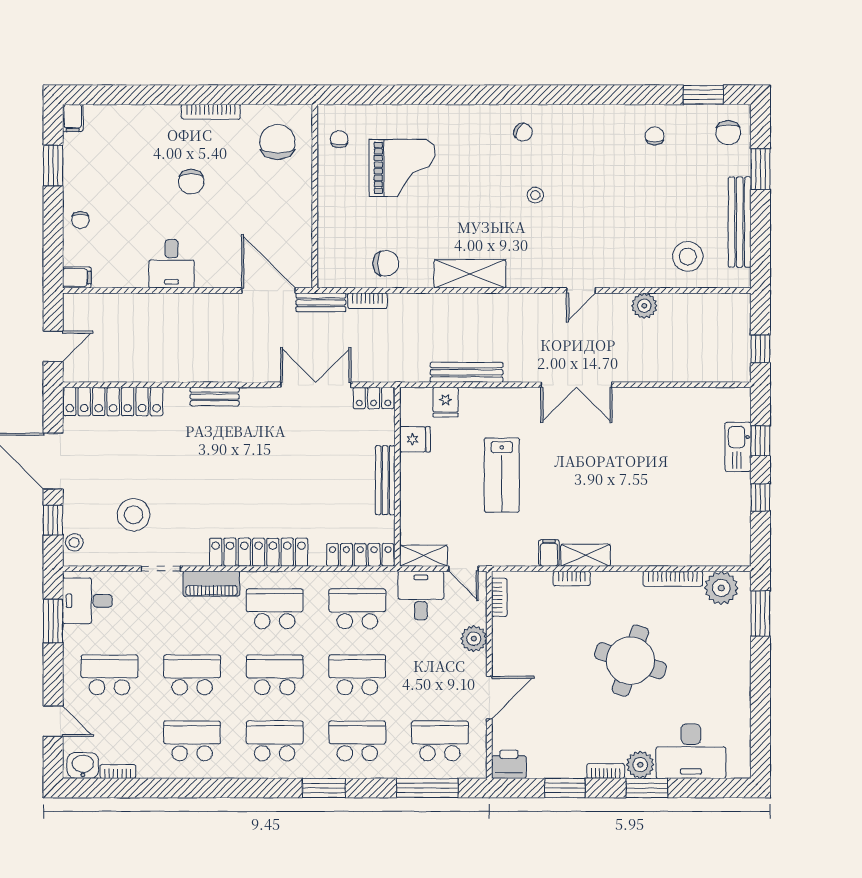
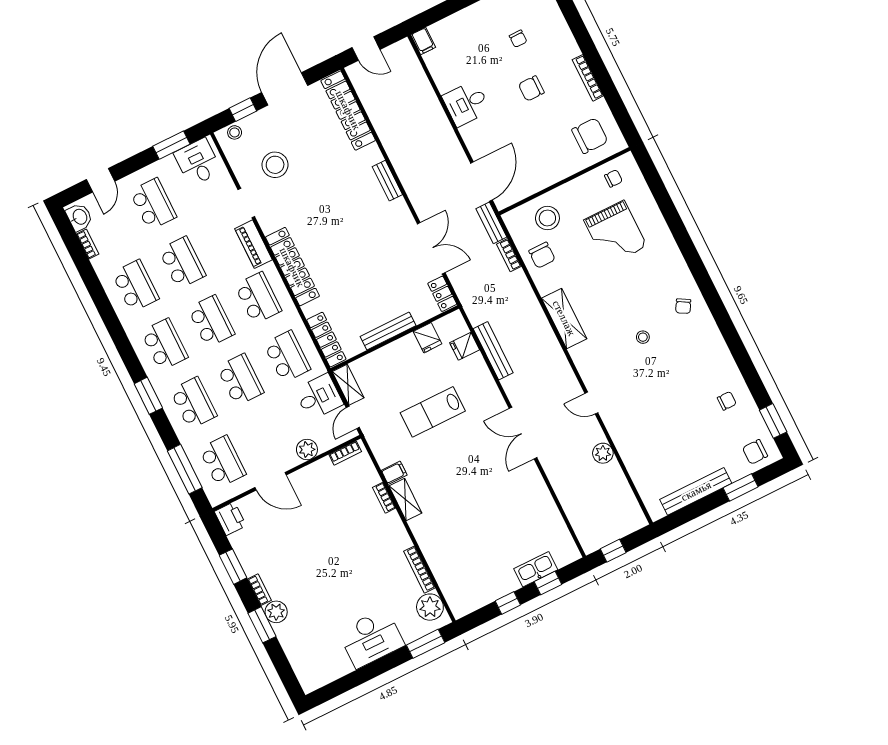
chair: (80, 220) -> (518, 39), moved, turned -89
stool: (688, 256) -> (547, 218), moved
round table: (630, 661) -> (346, 568), removed
desk: (691, 751) -> (371, 638), moved, turned -90

